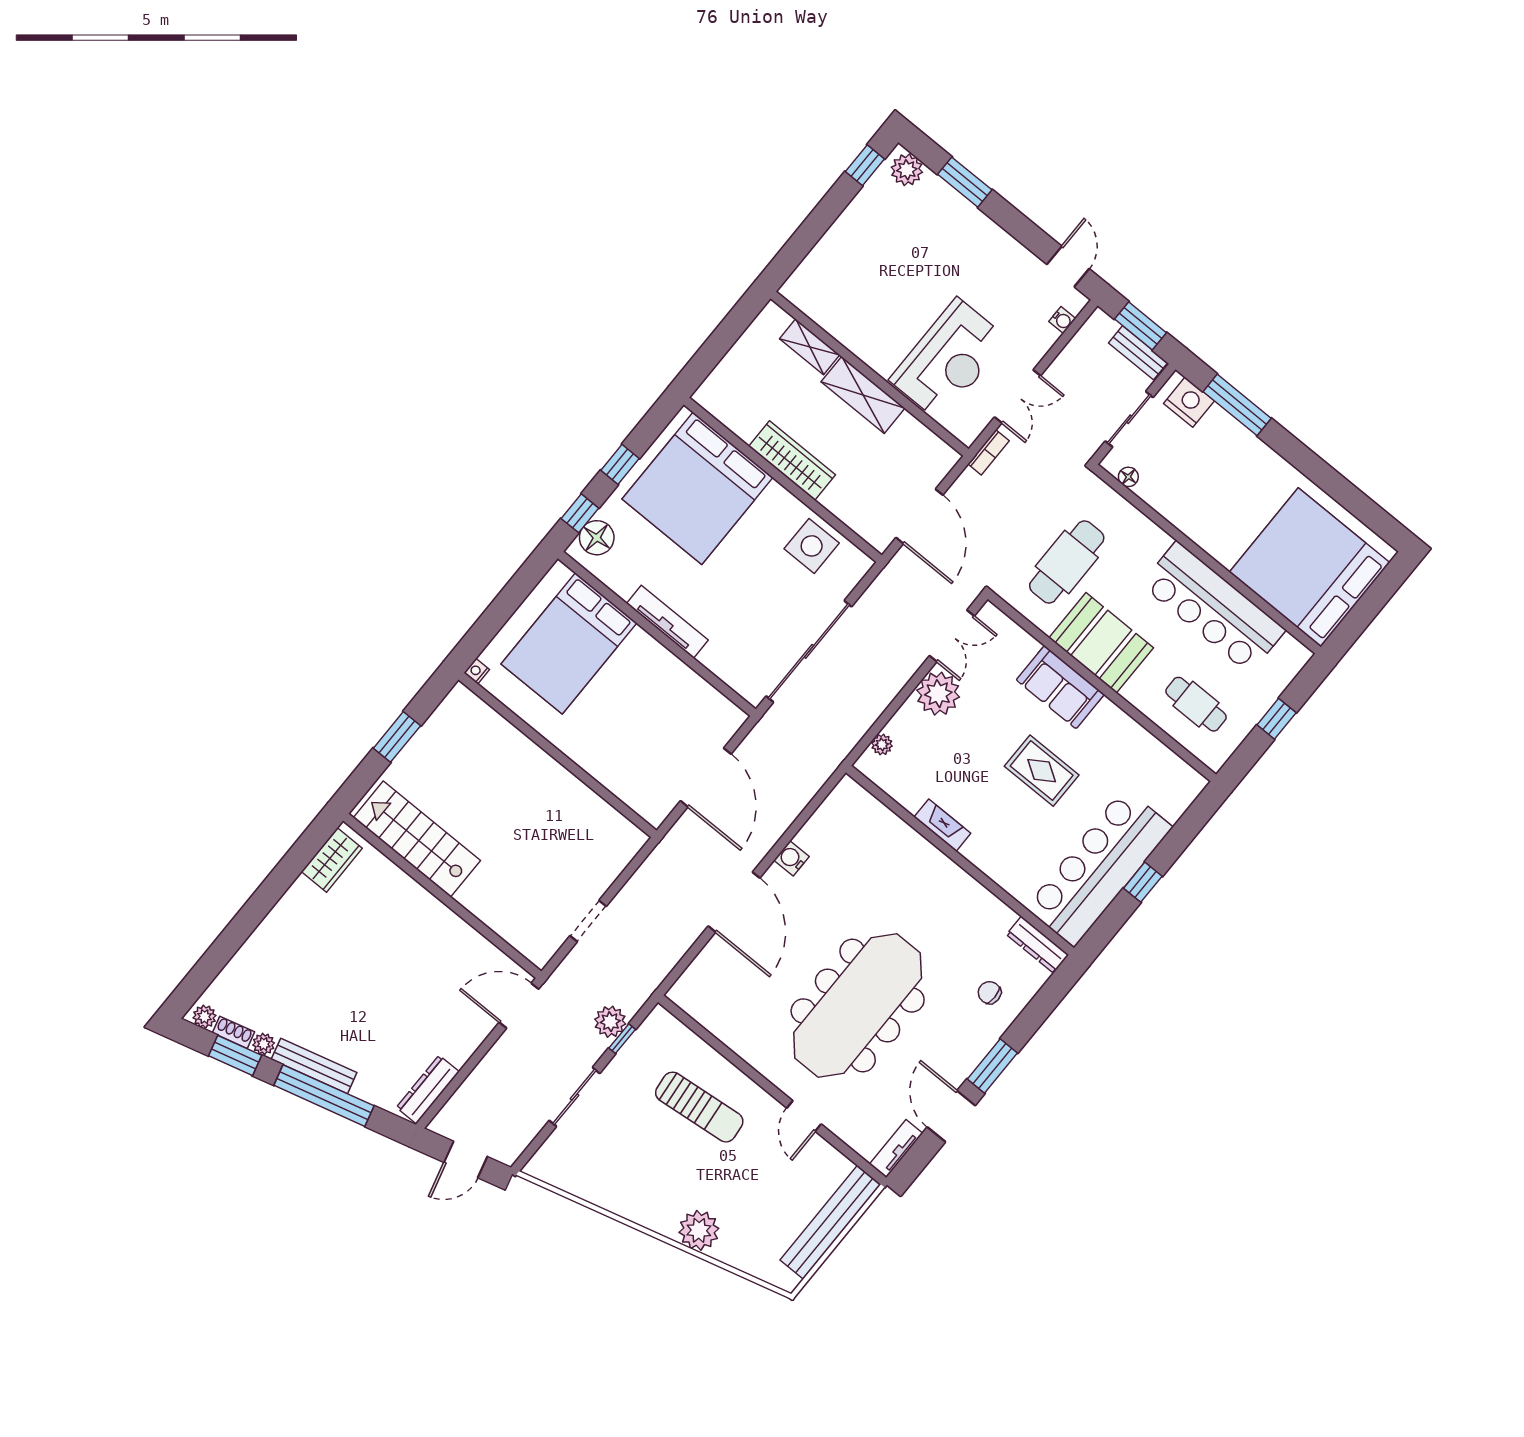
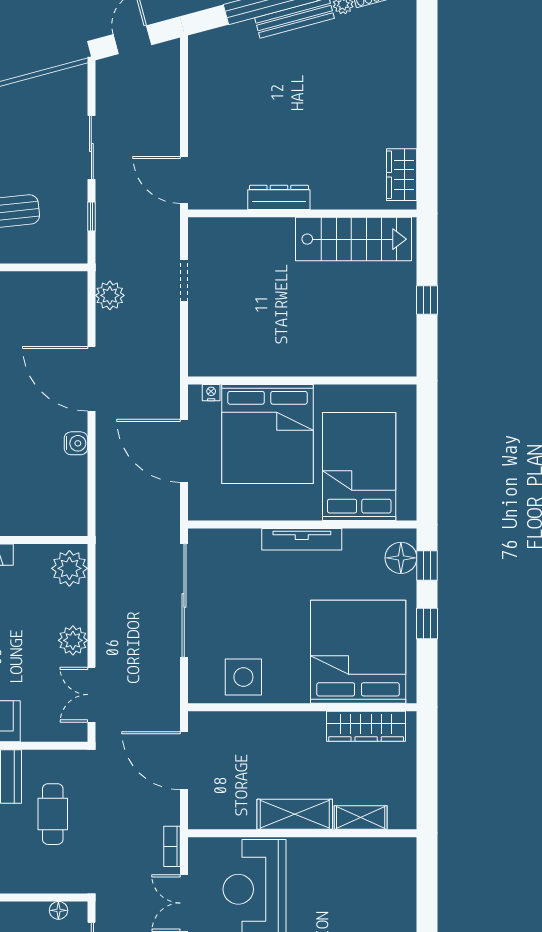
wardrobe: (792, 461) -> (366, 726), moved
cafe table: (1067, 562) -> (53, 814), width x0.73, depth x0.74
nightstand: (477, 671) -> (211, 393), moved, turned -90
plant: (938, 694) -> (73, 640), width x0.73, depth x0.73
bed: (624, 734) -> (268, 434), added
window: (397, 737) -> (427, 300), width x0.67
plant: (882, 745) -> (69, 568), width x1.88, depth x1.88
door: (519, 1006) -> (184, 180), swing flipped
plant: (610, 1022) -> (110, 295), moved
dresser: (428, 1090) -> (279, 197), moved, turned -90

